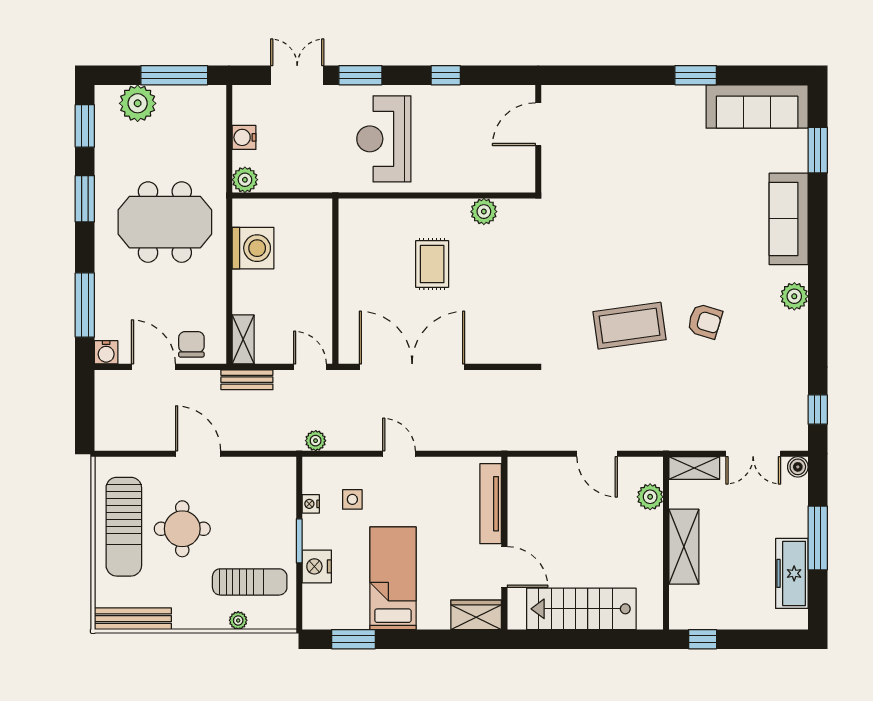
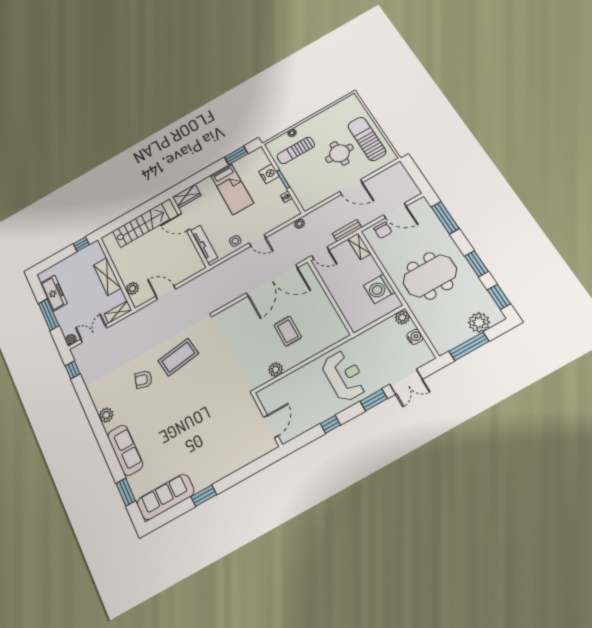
water cooler: (106, 352) -> (422, 204), removed
side table: (352, 499) -> (235, 241), moved
bench: (133, 619) -> (340, 106), removed

